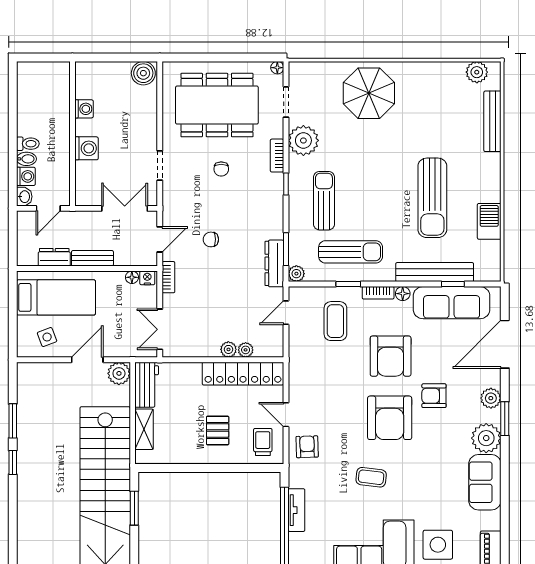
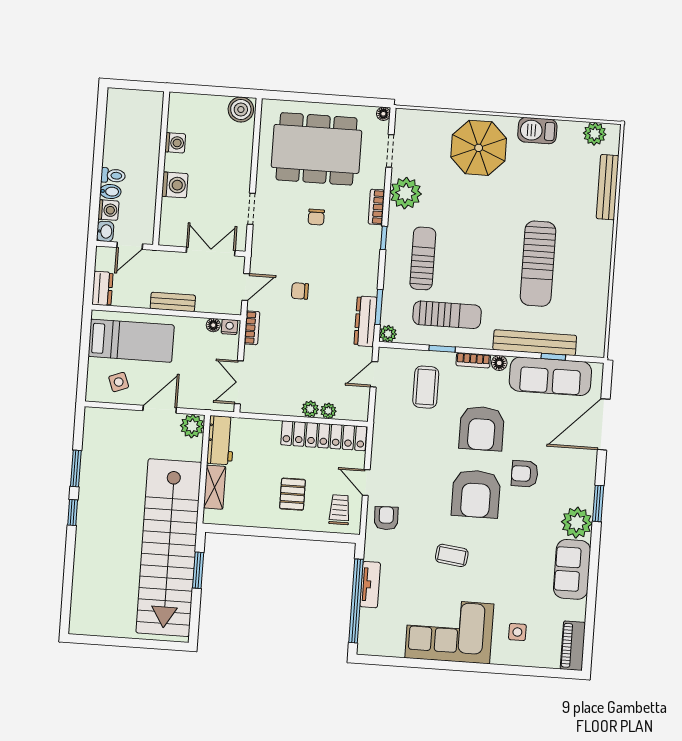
barbecue: (489, 221) -> (537, 131), moved, turned -90
dresser: (54, 257) -> (102, 288), moved, turned 90
plant: (491, 398) -> (585, 481), removed
side table: (438, 545) -> (517, 632), width x0.54, depth x0.54

